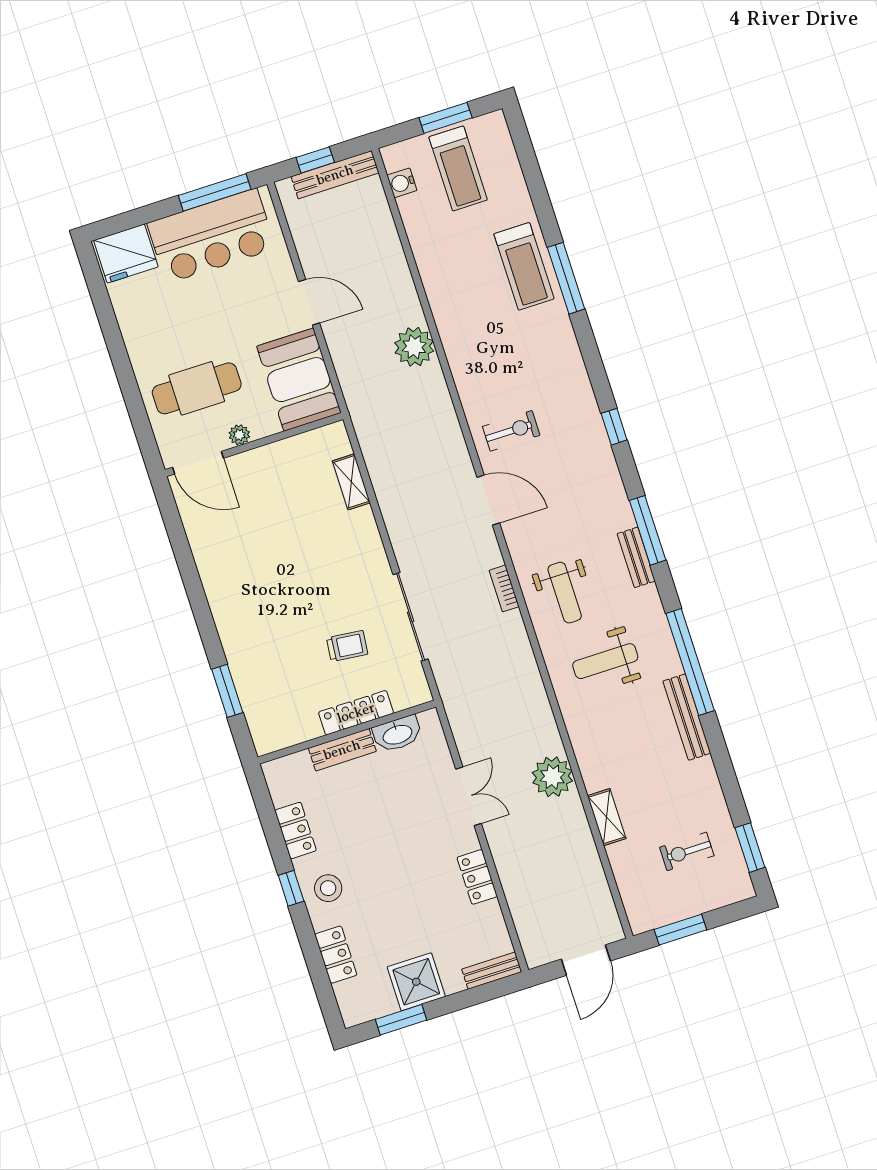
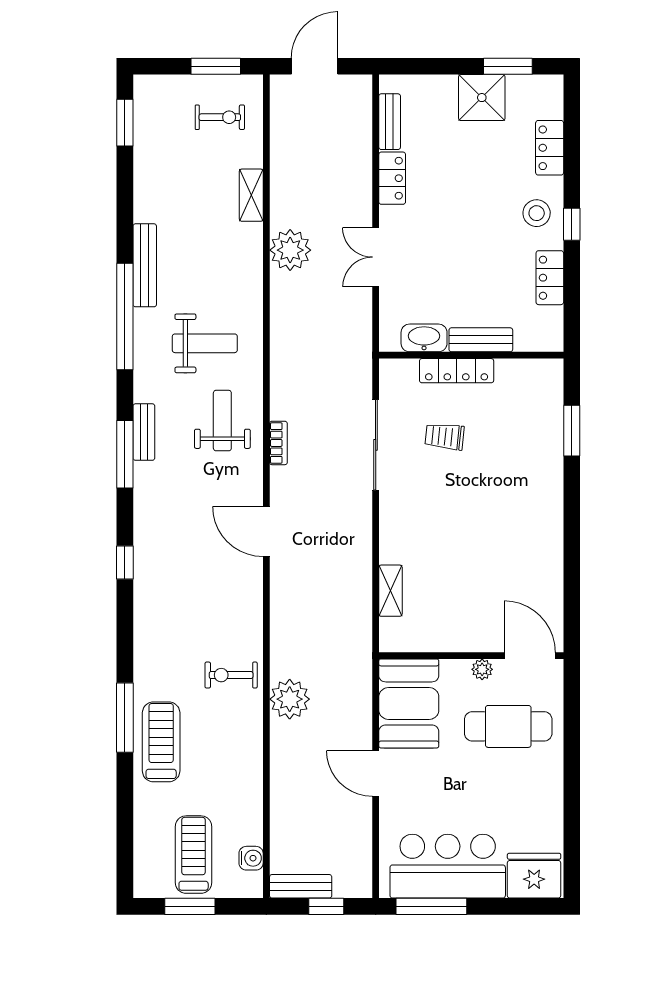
bench: (335, 175) -> (301, 886), width x0.73
exercise bike: (511, 431) -> (231, 675), moved
exercise bike: (687, 851) -> (220, 117), moved
bench: (492, 971) -> (390, 122), moved, turned 90

